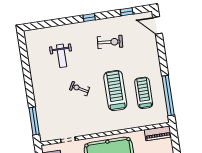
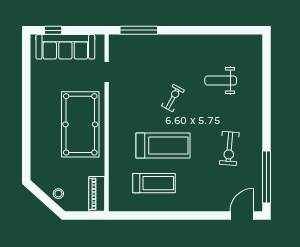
window: (127, 12) -> (267, 177), width x3.17
window: (89, 17) -> (267, 125), removed
window: (168, 96) -> (145, 216), removed

